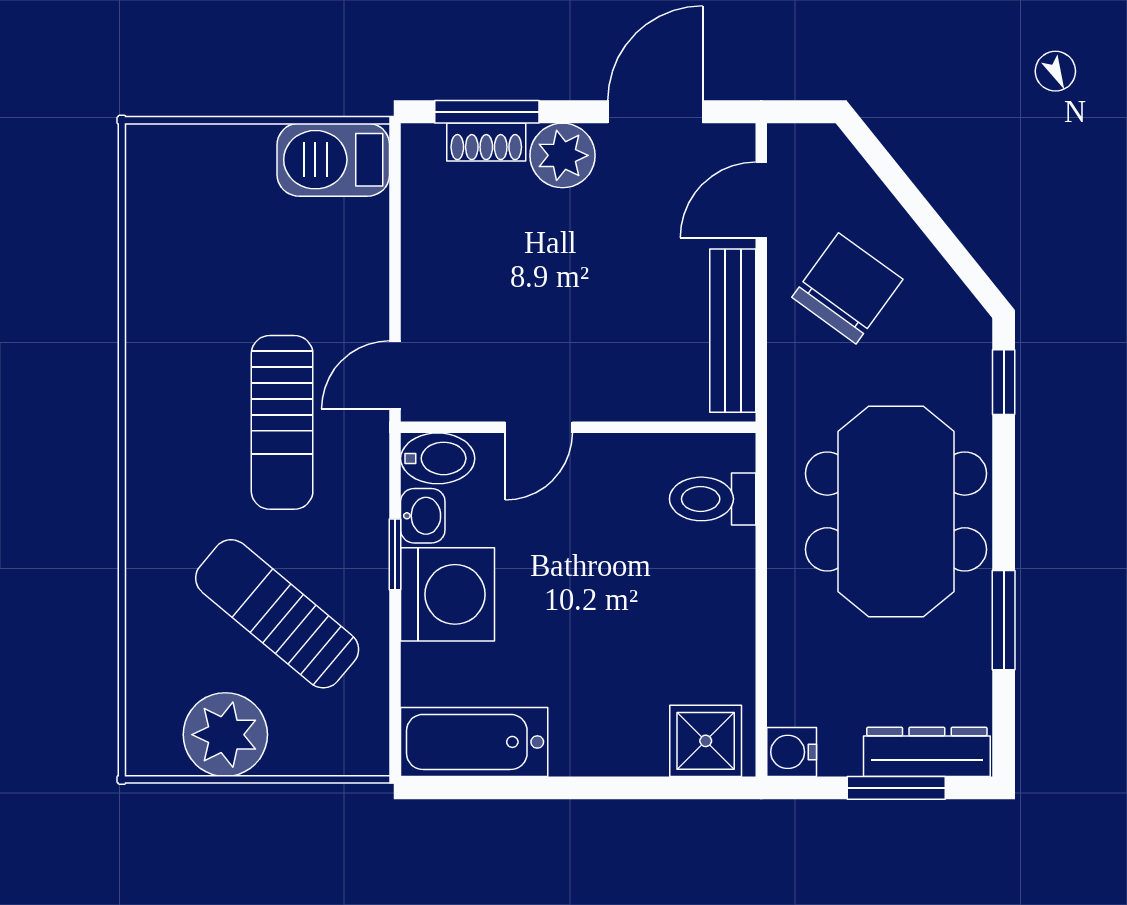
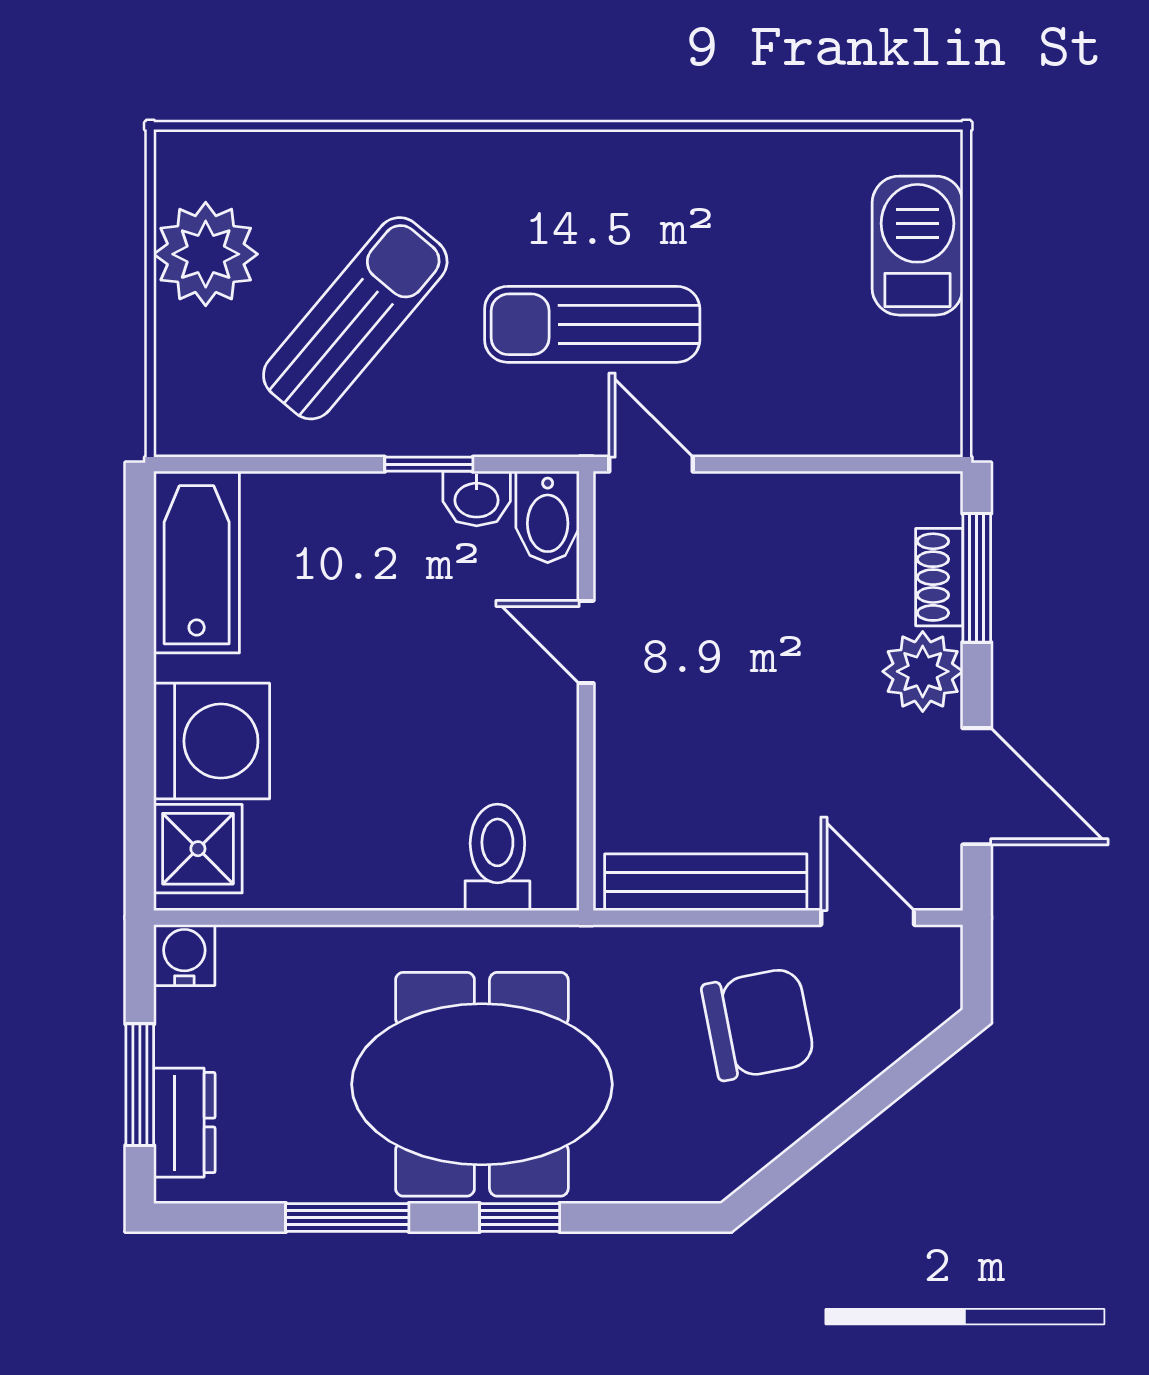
barbecue: (333, 160) -> (917, 246), moved
chair: (847, 288) -> (758, 1024), turned -47
window: (1004, 382) -> (520, 1218), moved
washing machine: (447, 594) -> (212, 741), moved, turned -90
dresser: (927, 752) -> (184, 1123), width x0.70

